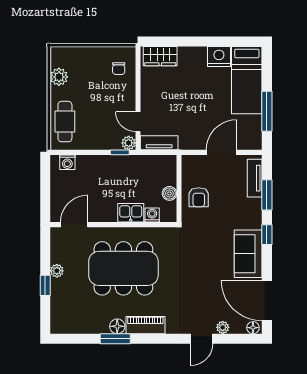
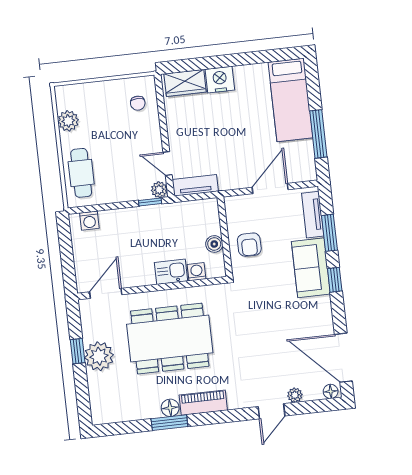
nightstand: (219, 57) -> (220, 80), moved
sofa: (248, 254) -> (311, 268), moved
plant: (57, 271) -> (99, 356), width x1.87, depth x1.87
window: (45, 285) -> (78, 351), moved

